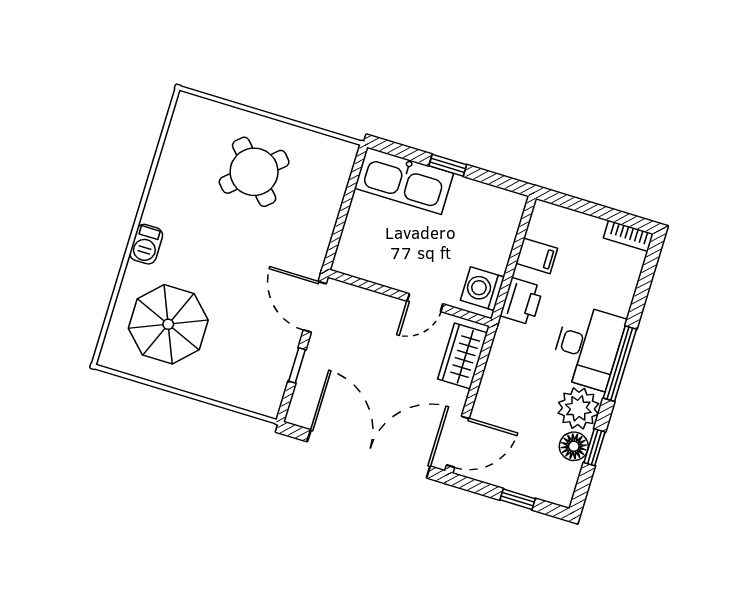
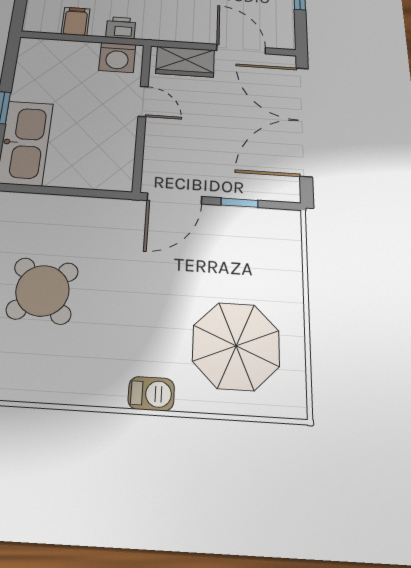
printer: (522, 301) -> (121, 28), width x0.73, depth x0.81
door: (458, 442) -> (241, 49), moved

